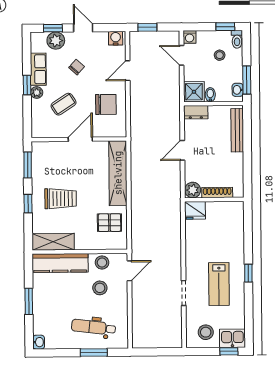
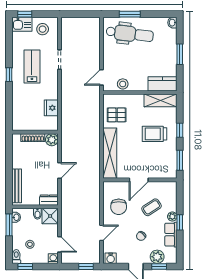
chair: (106, 104) -> (119, 207), turned -90
fridge: (195, 210) -> (51, 108), moved, turned -90
kitchen counter: (60, 263) -> (162, 84), width x0.67
stool: (100, 288) -> (125, 64), removed
dental chair: (94, 327) -> (130, 34), width x1.36, depth x1.38

